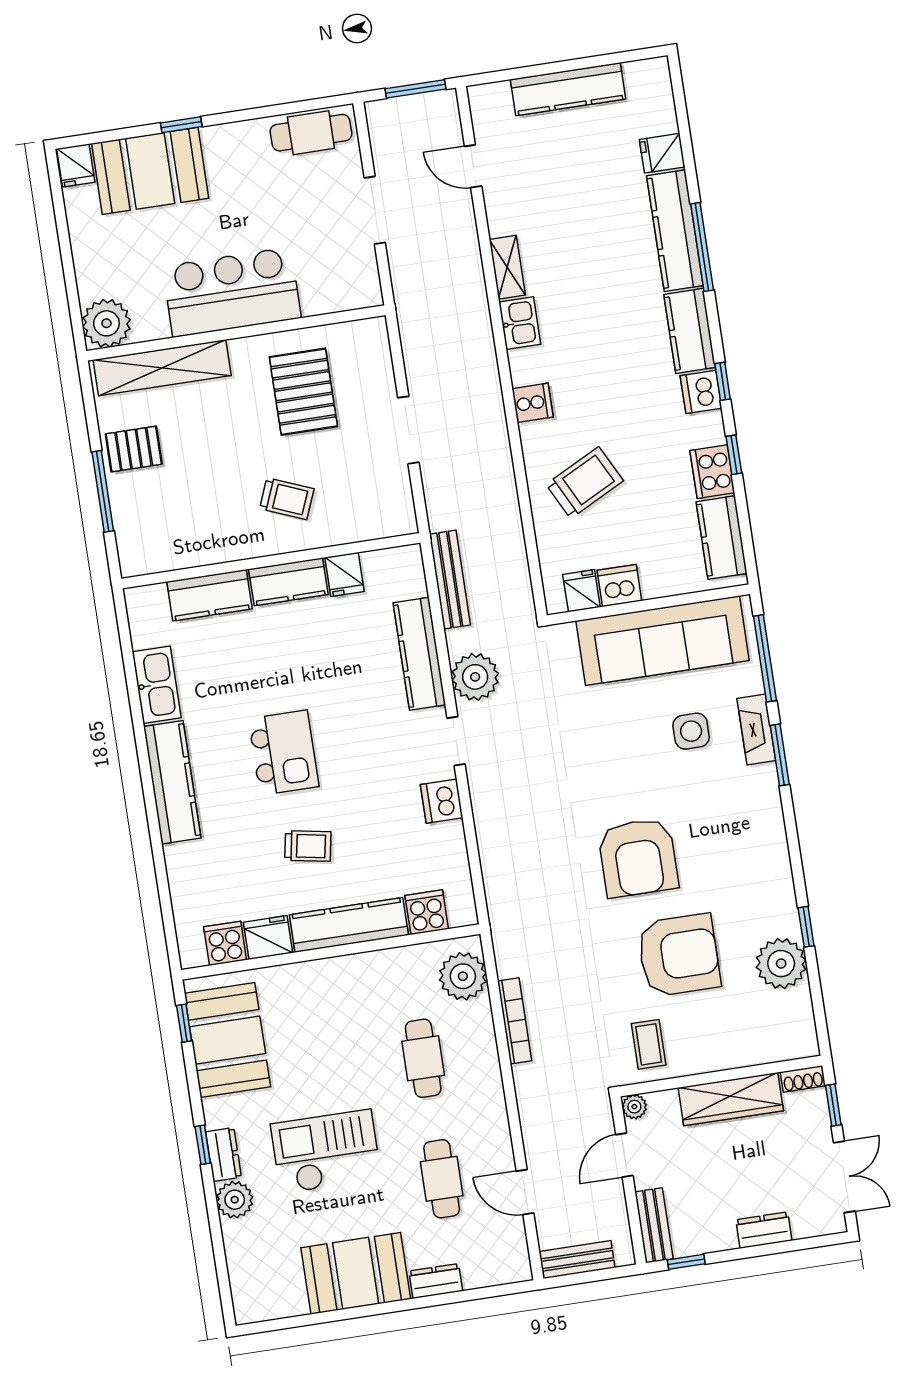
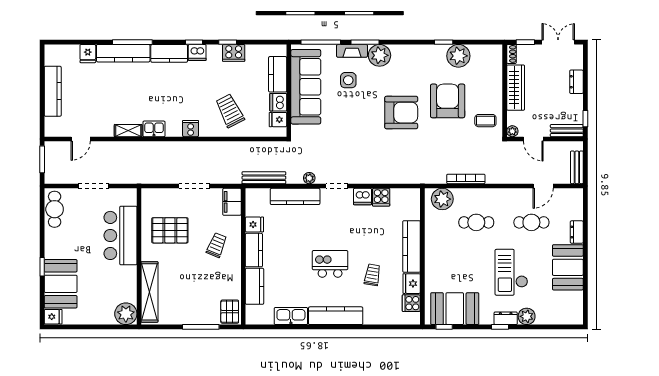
bar counter: (232, 292) -> (120, 235), moved
pallet: (134, 449) -> (230, 312), moved
filing cabinet: (386, 518) -> (232, 202), added
kitchen counter: (722, 538) -> (278, 74), moved, turned 90
plant: (475, 677) -> (309, 178), width x0.53, depth x0.53
plant: (756, 791) -> (379, 55), added
trolley: (308, 846) -> (372, 275), moved
cooker: (427, 912) -> (381, 197), moved, turned -90

